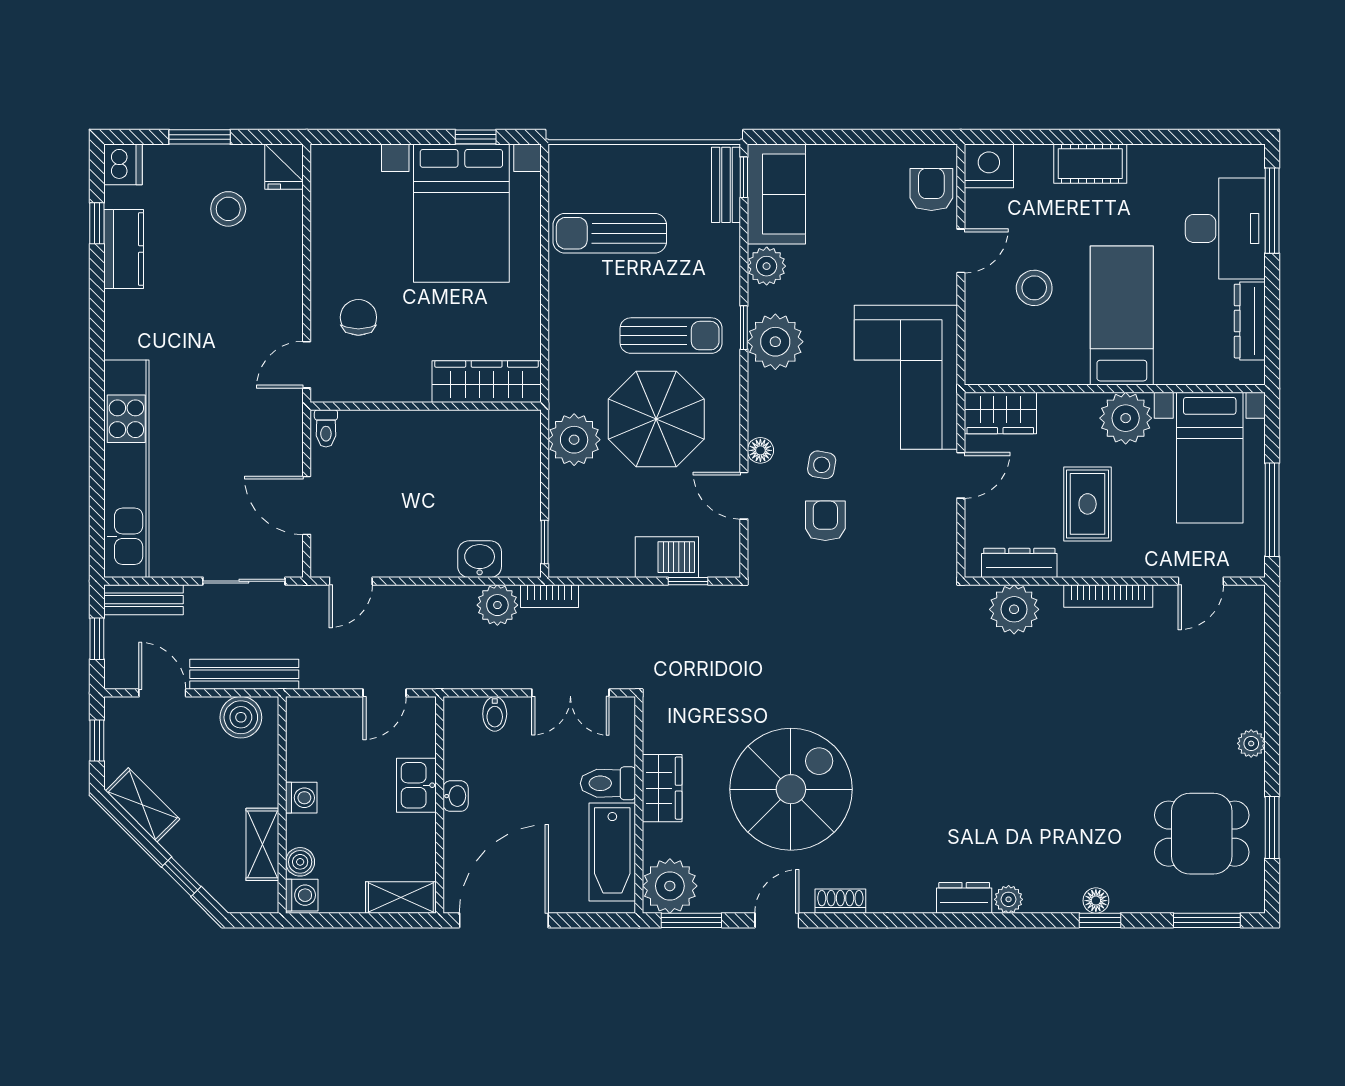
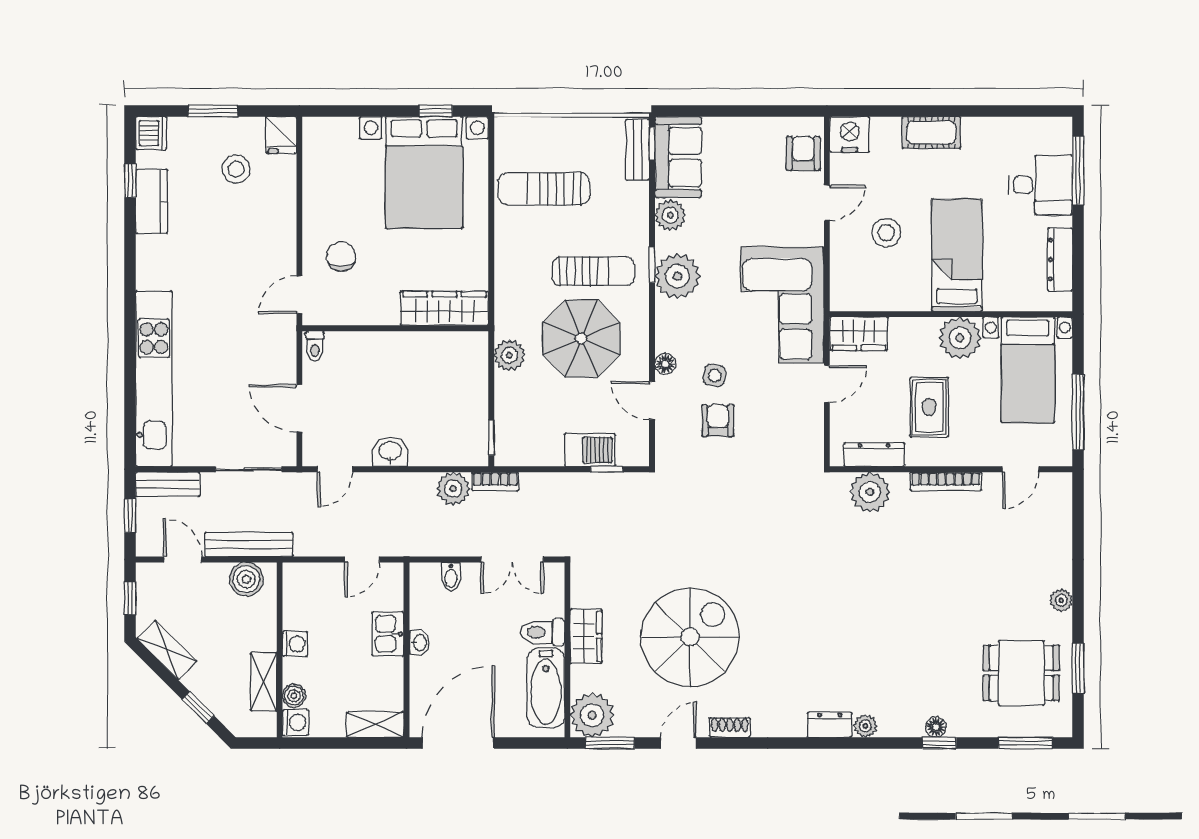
desk: (1225, 228) -> (1040, 185), width x0.73
plant: (574, 440) -> (509, 355), width x0.73, depth x0.73
washbasin: (480, 559) -> (390, 452), moved

